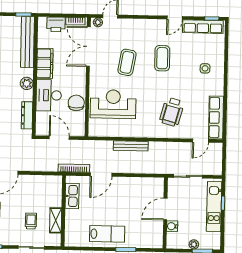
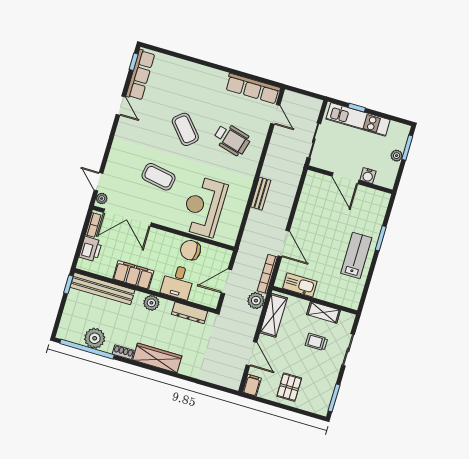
coffee table: (162, 58) -> (185, 129), moved, turned 49
side table: (205, 68) -> (191, 86), removed
desk: (49, 95) -> (178, 282), width x0.73
bench: (131, 146) -> (261, 194), width x0.73
plant: (51, 165) -> (256, 301), added
shelving: (43, 182) -> (274, 315), added

